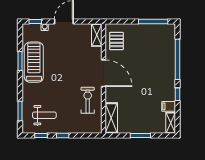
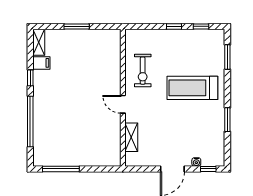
shelving: (97, 35) -> (131, 137), moved
pallet: (116, 41) -> (107, 145), removed
treadmill: (34, 62) -> (192, 88), moved, turned 90
door: (104, 73) -> (123, 104), width x0.53
weight bench: (44, 115) -> (197, 52), removed
shelving: (111, 118) -> (113, 48), removed

